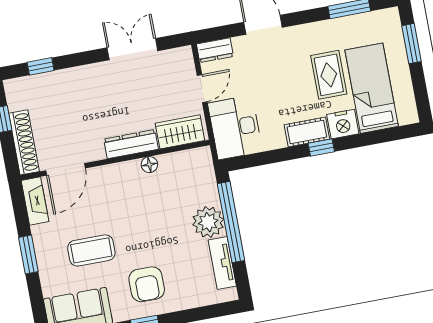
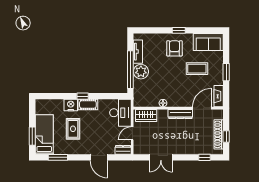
bed: (372, 88) -> (44, 135), moved, turned 180
shoe rack: (24, 142) -> (219, 134), moved
dresser: (131, 144) -> (180, 114), moved

